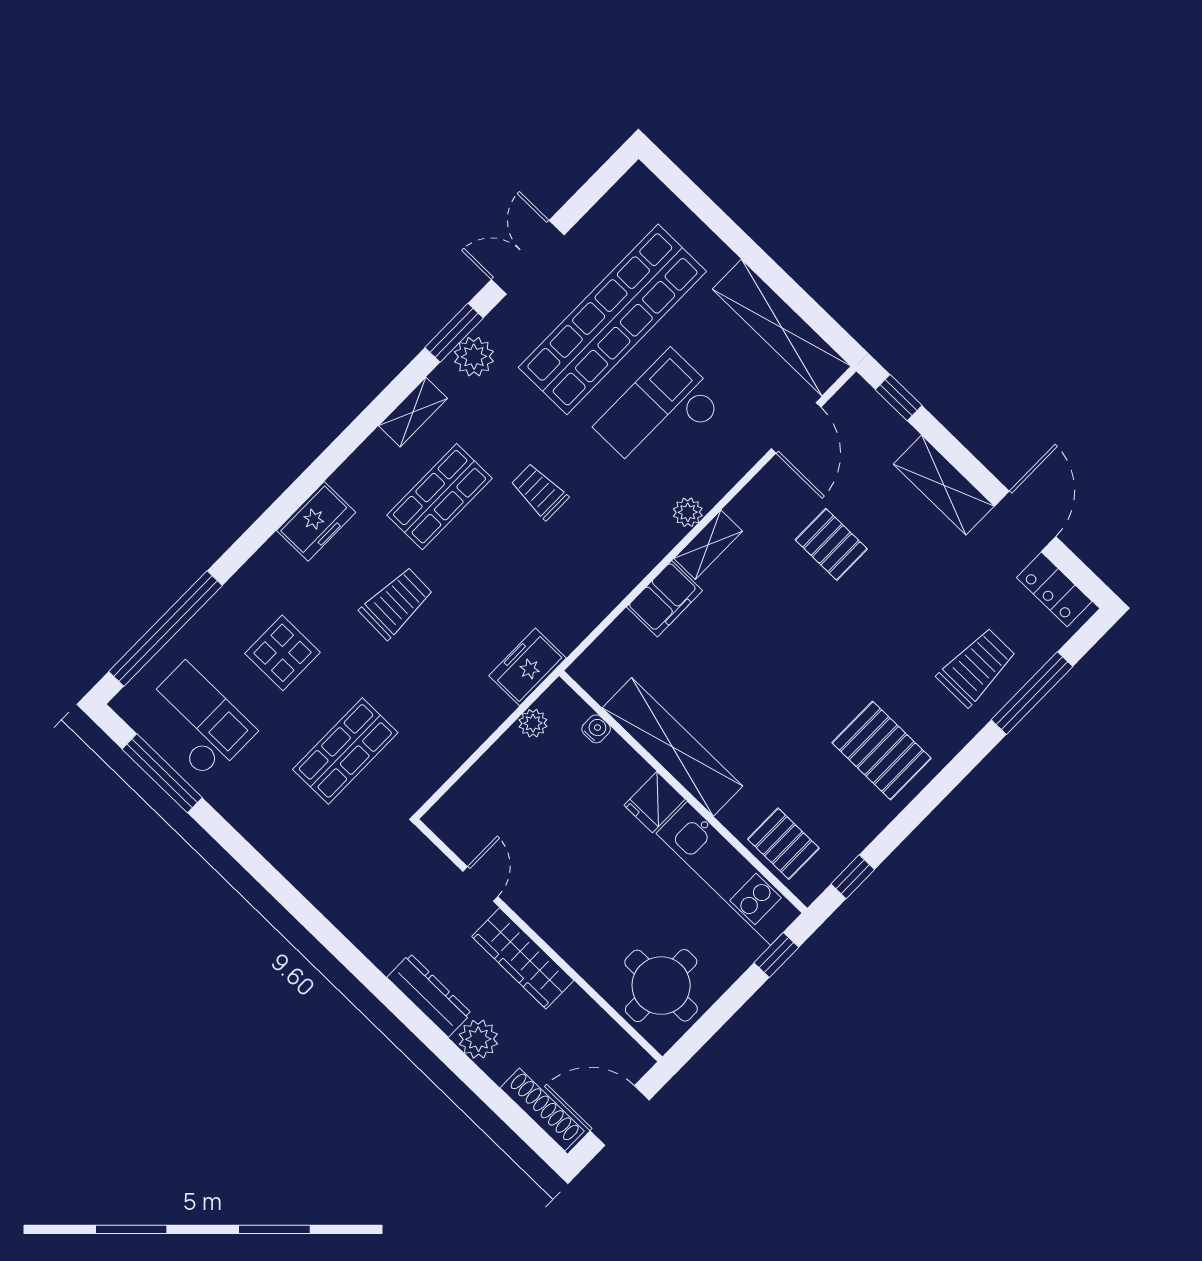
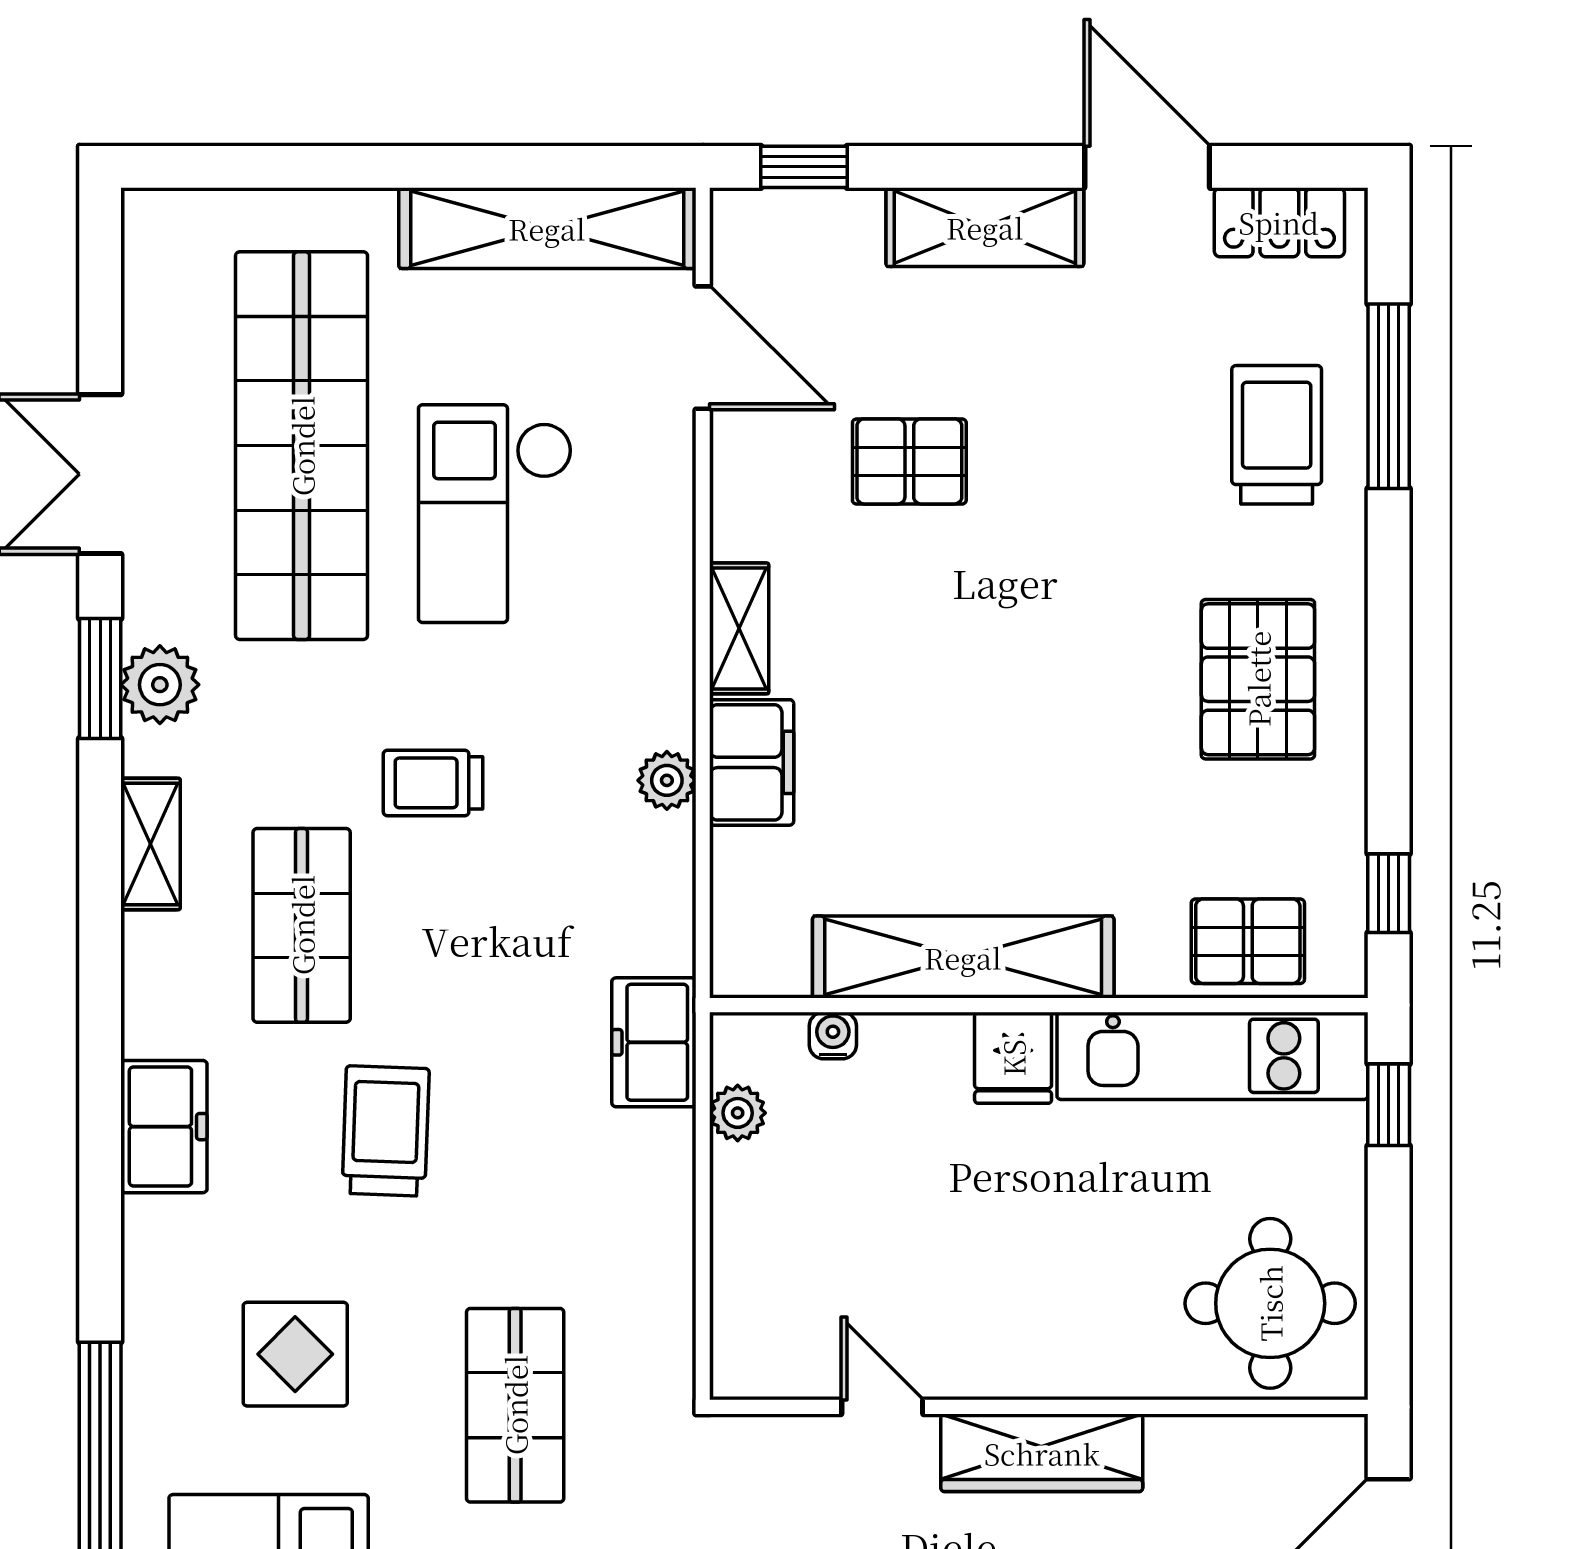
plant: (688, 512) -> (667, 780), moved
pallet: (882, 751) -> (1258, 679), turned 90

